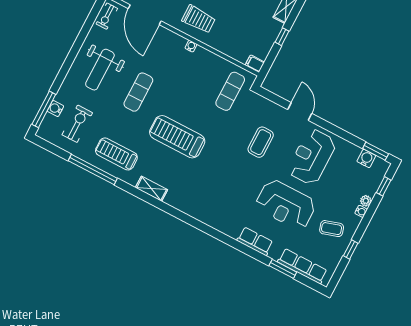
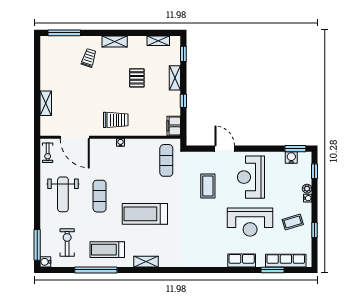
filing cabinet: (255, 64) -> (174, 126), width x2.00
water cooler: (55, 109) -> (45, 262), moved

